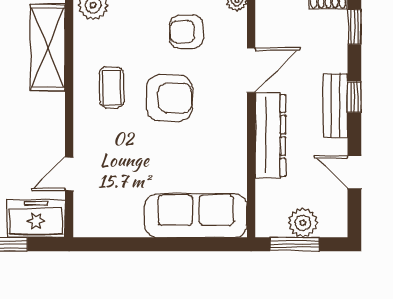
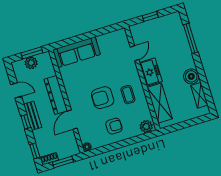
armchair: (186, 32) -> (114, 126), moved
freezer: (36, 219) -> (151, 72), moved, turned -90

